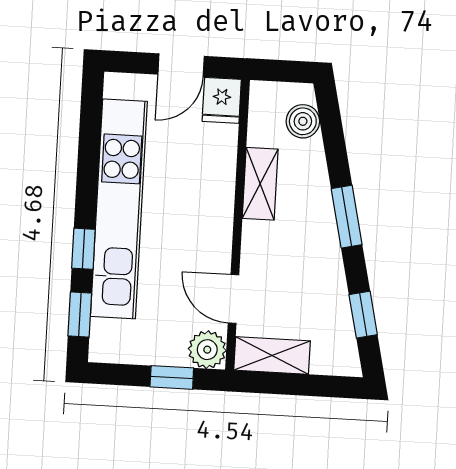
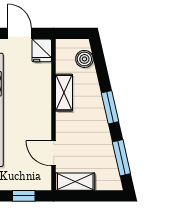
door: (181, 65) -> (19, 33), swing flipped
window: (363, 315) -> (121, 158), width x1.50
plant: (207, 350) -> (41, 180), removed

